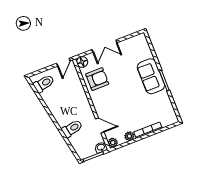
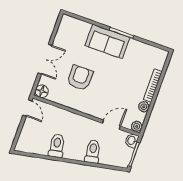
armchair: (97, 79) -> (80, 78), moved
toilet: (44, 83) -> (57, 146), moved

